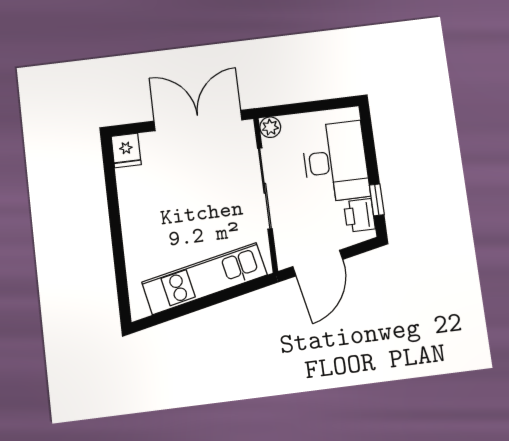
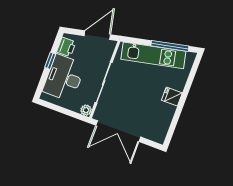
fridge: (126, 151) -> (172, 97), moved, turned -90
window: (377, 200) -> (50, 61), moved
window: (185, 309) -> (170, 46), added

